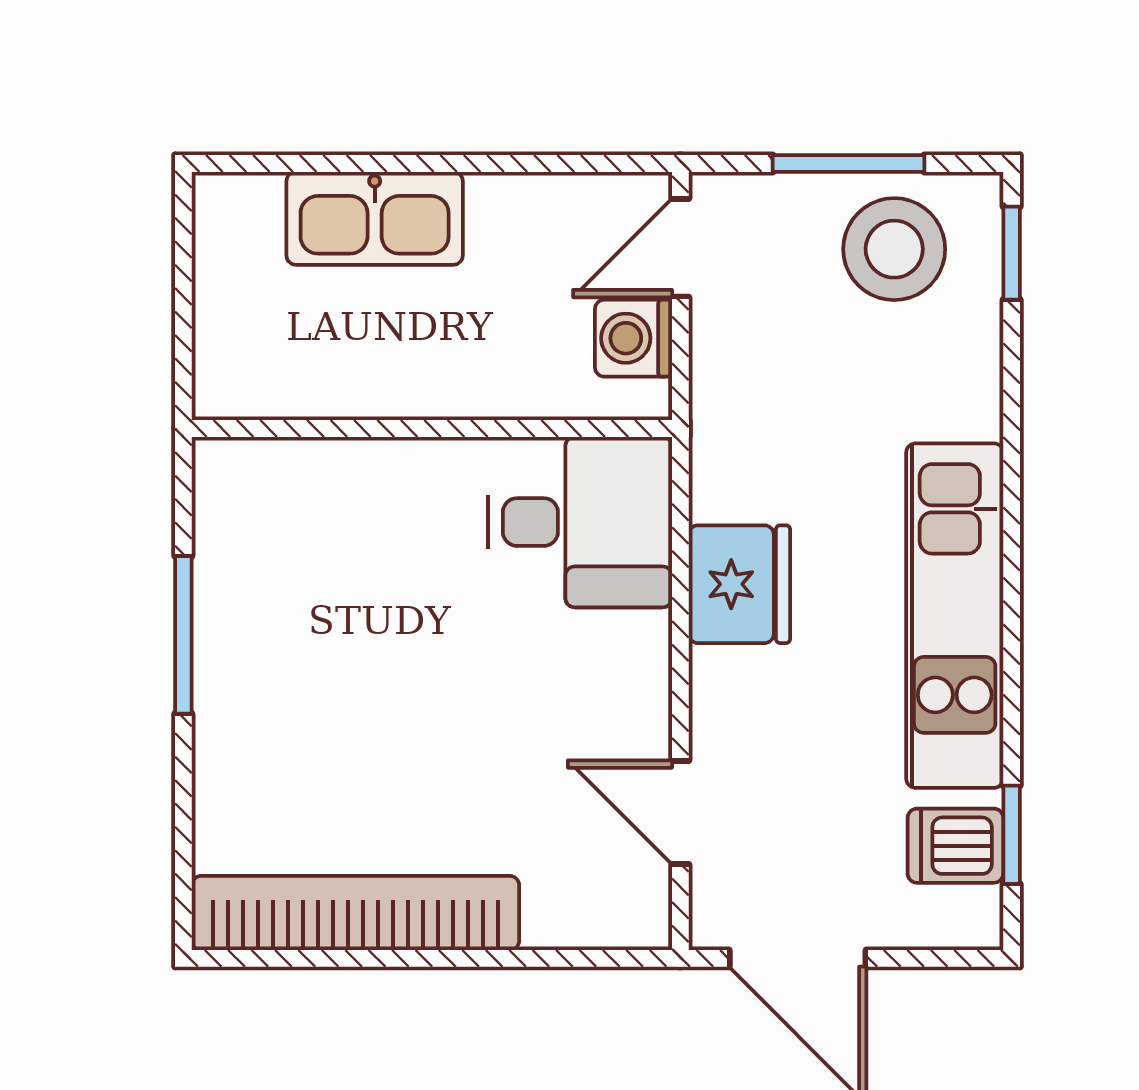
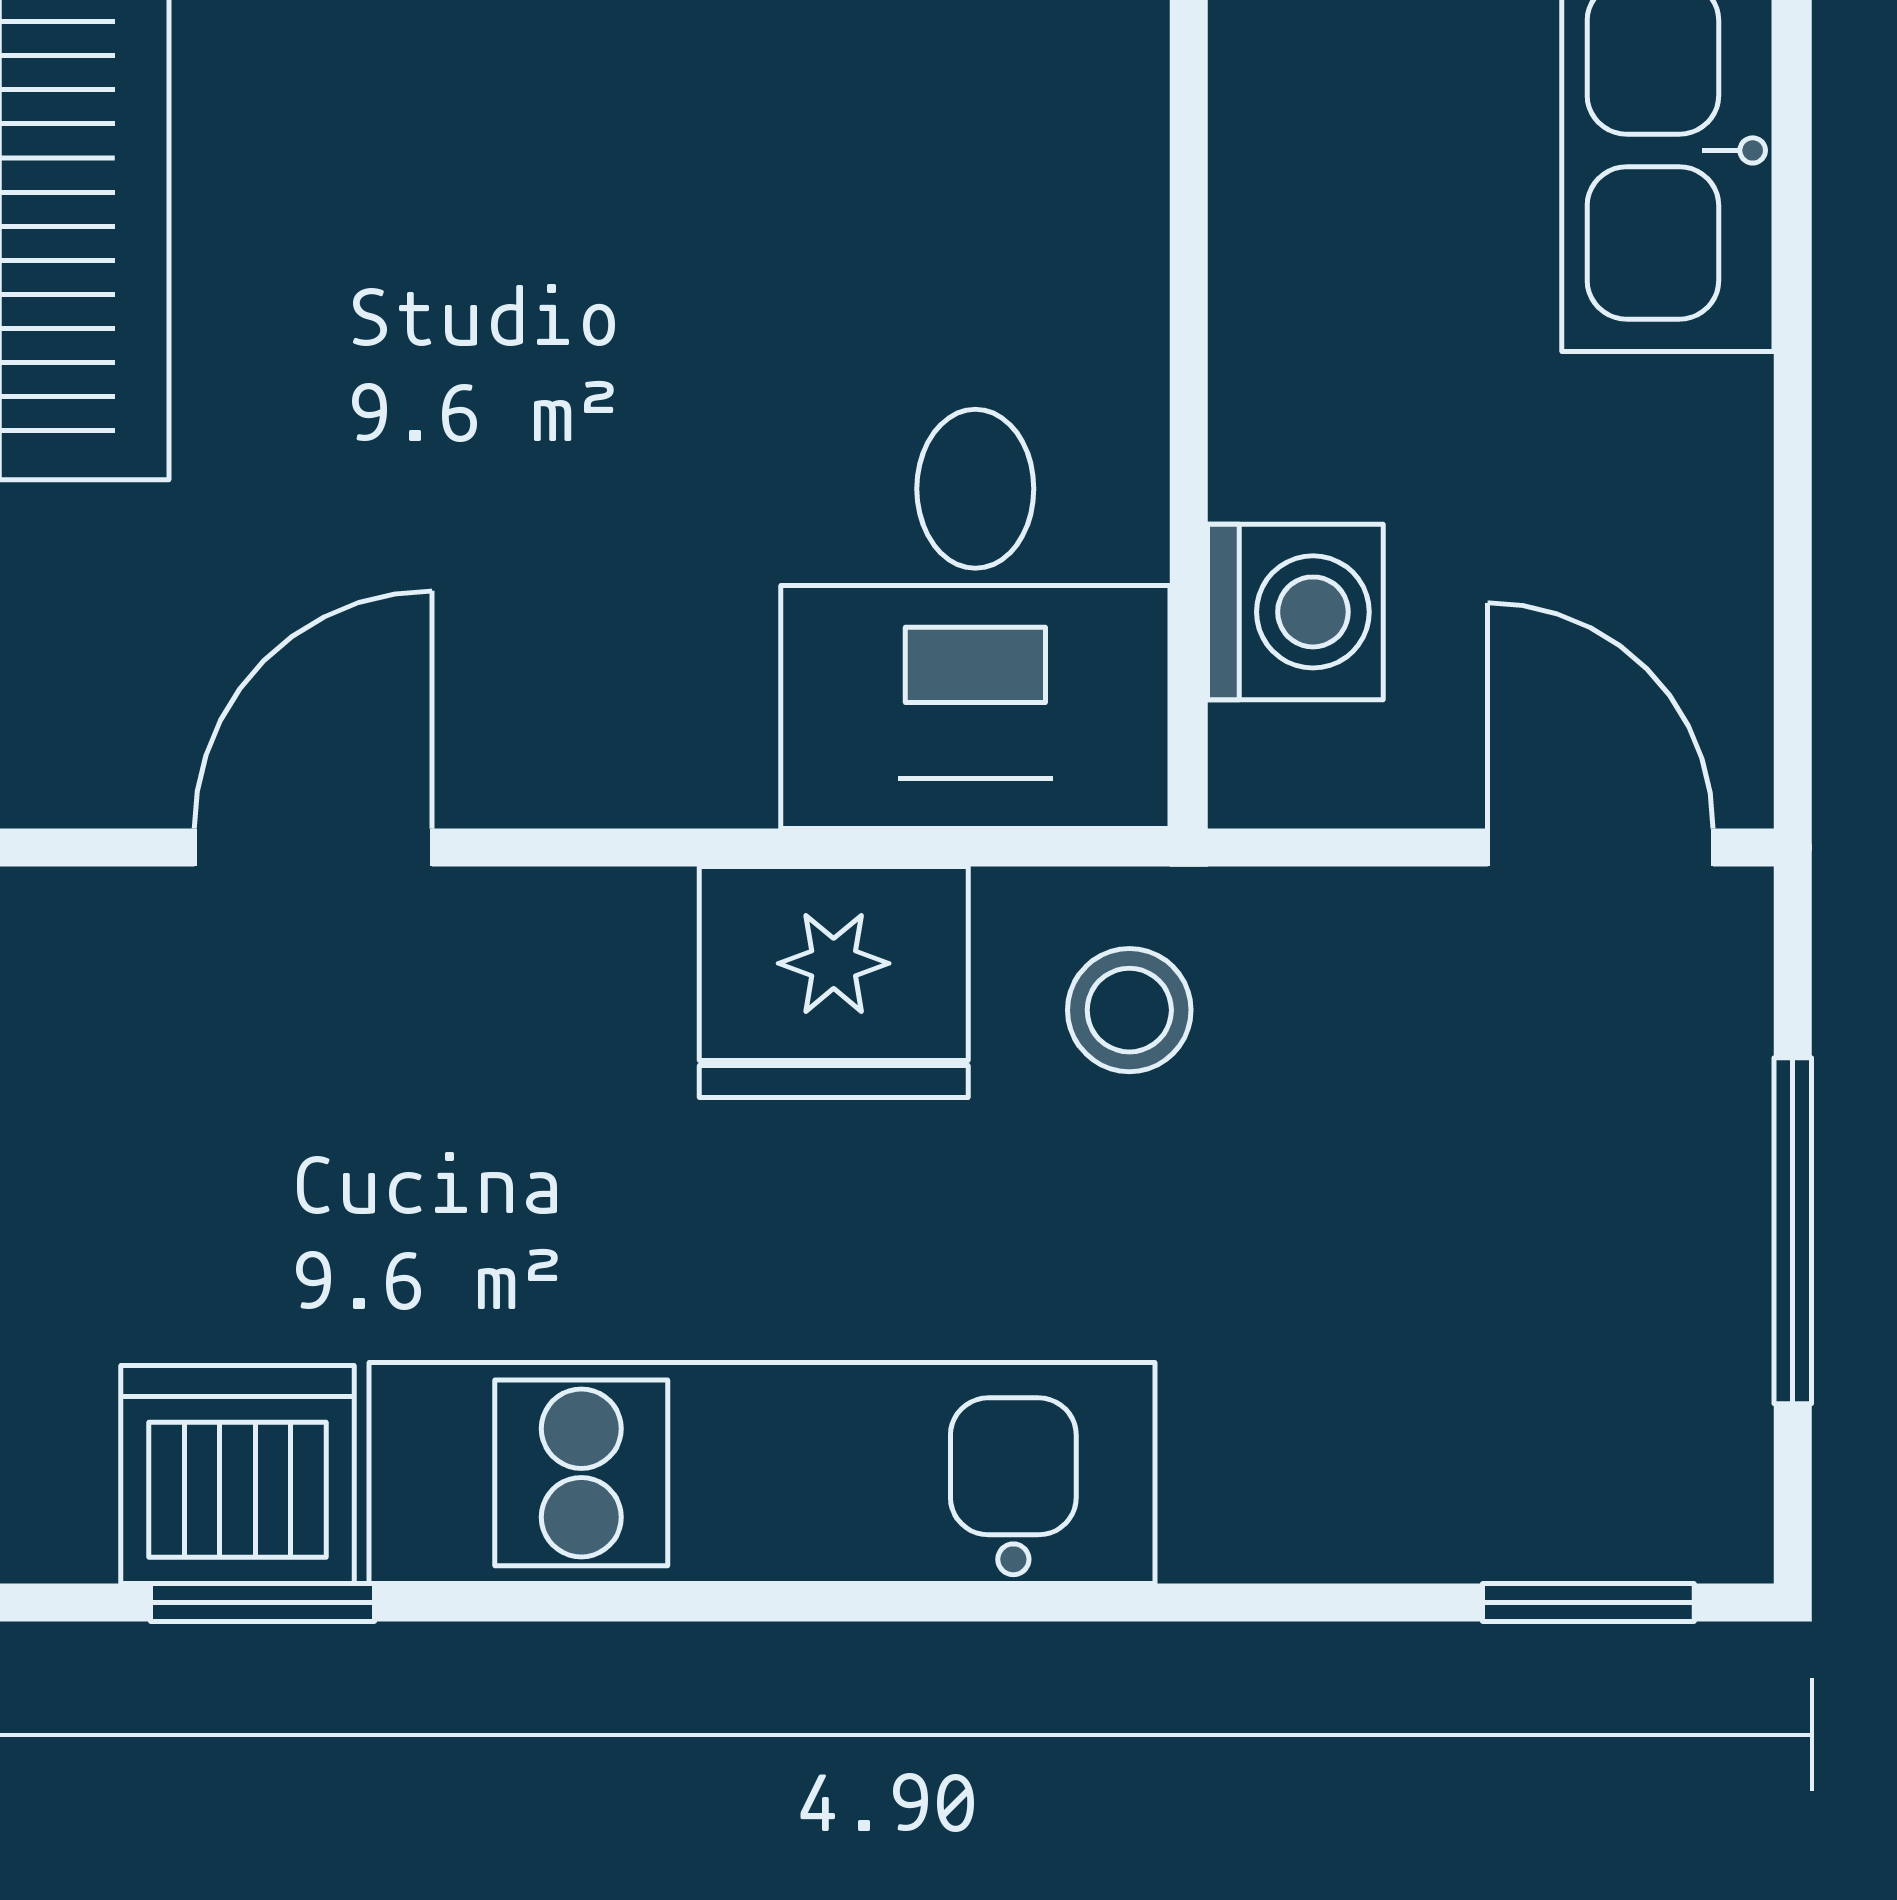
stool: (894, 249) -> (1129, 1010), moved, width x0.53, depth x0.53
washing machine: (633, 338) -> (1295, 612), moved, turned 90
dishwasher: (955, 846) -> (237, 1475), width x1.38

